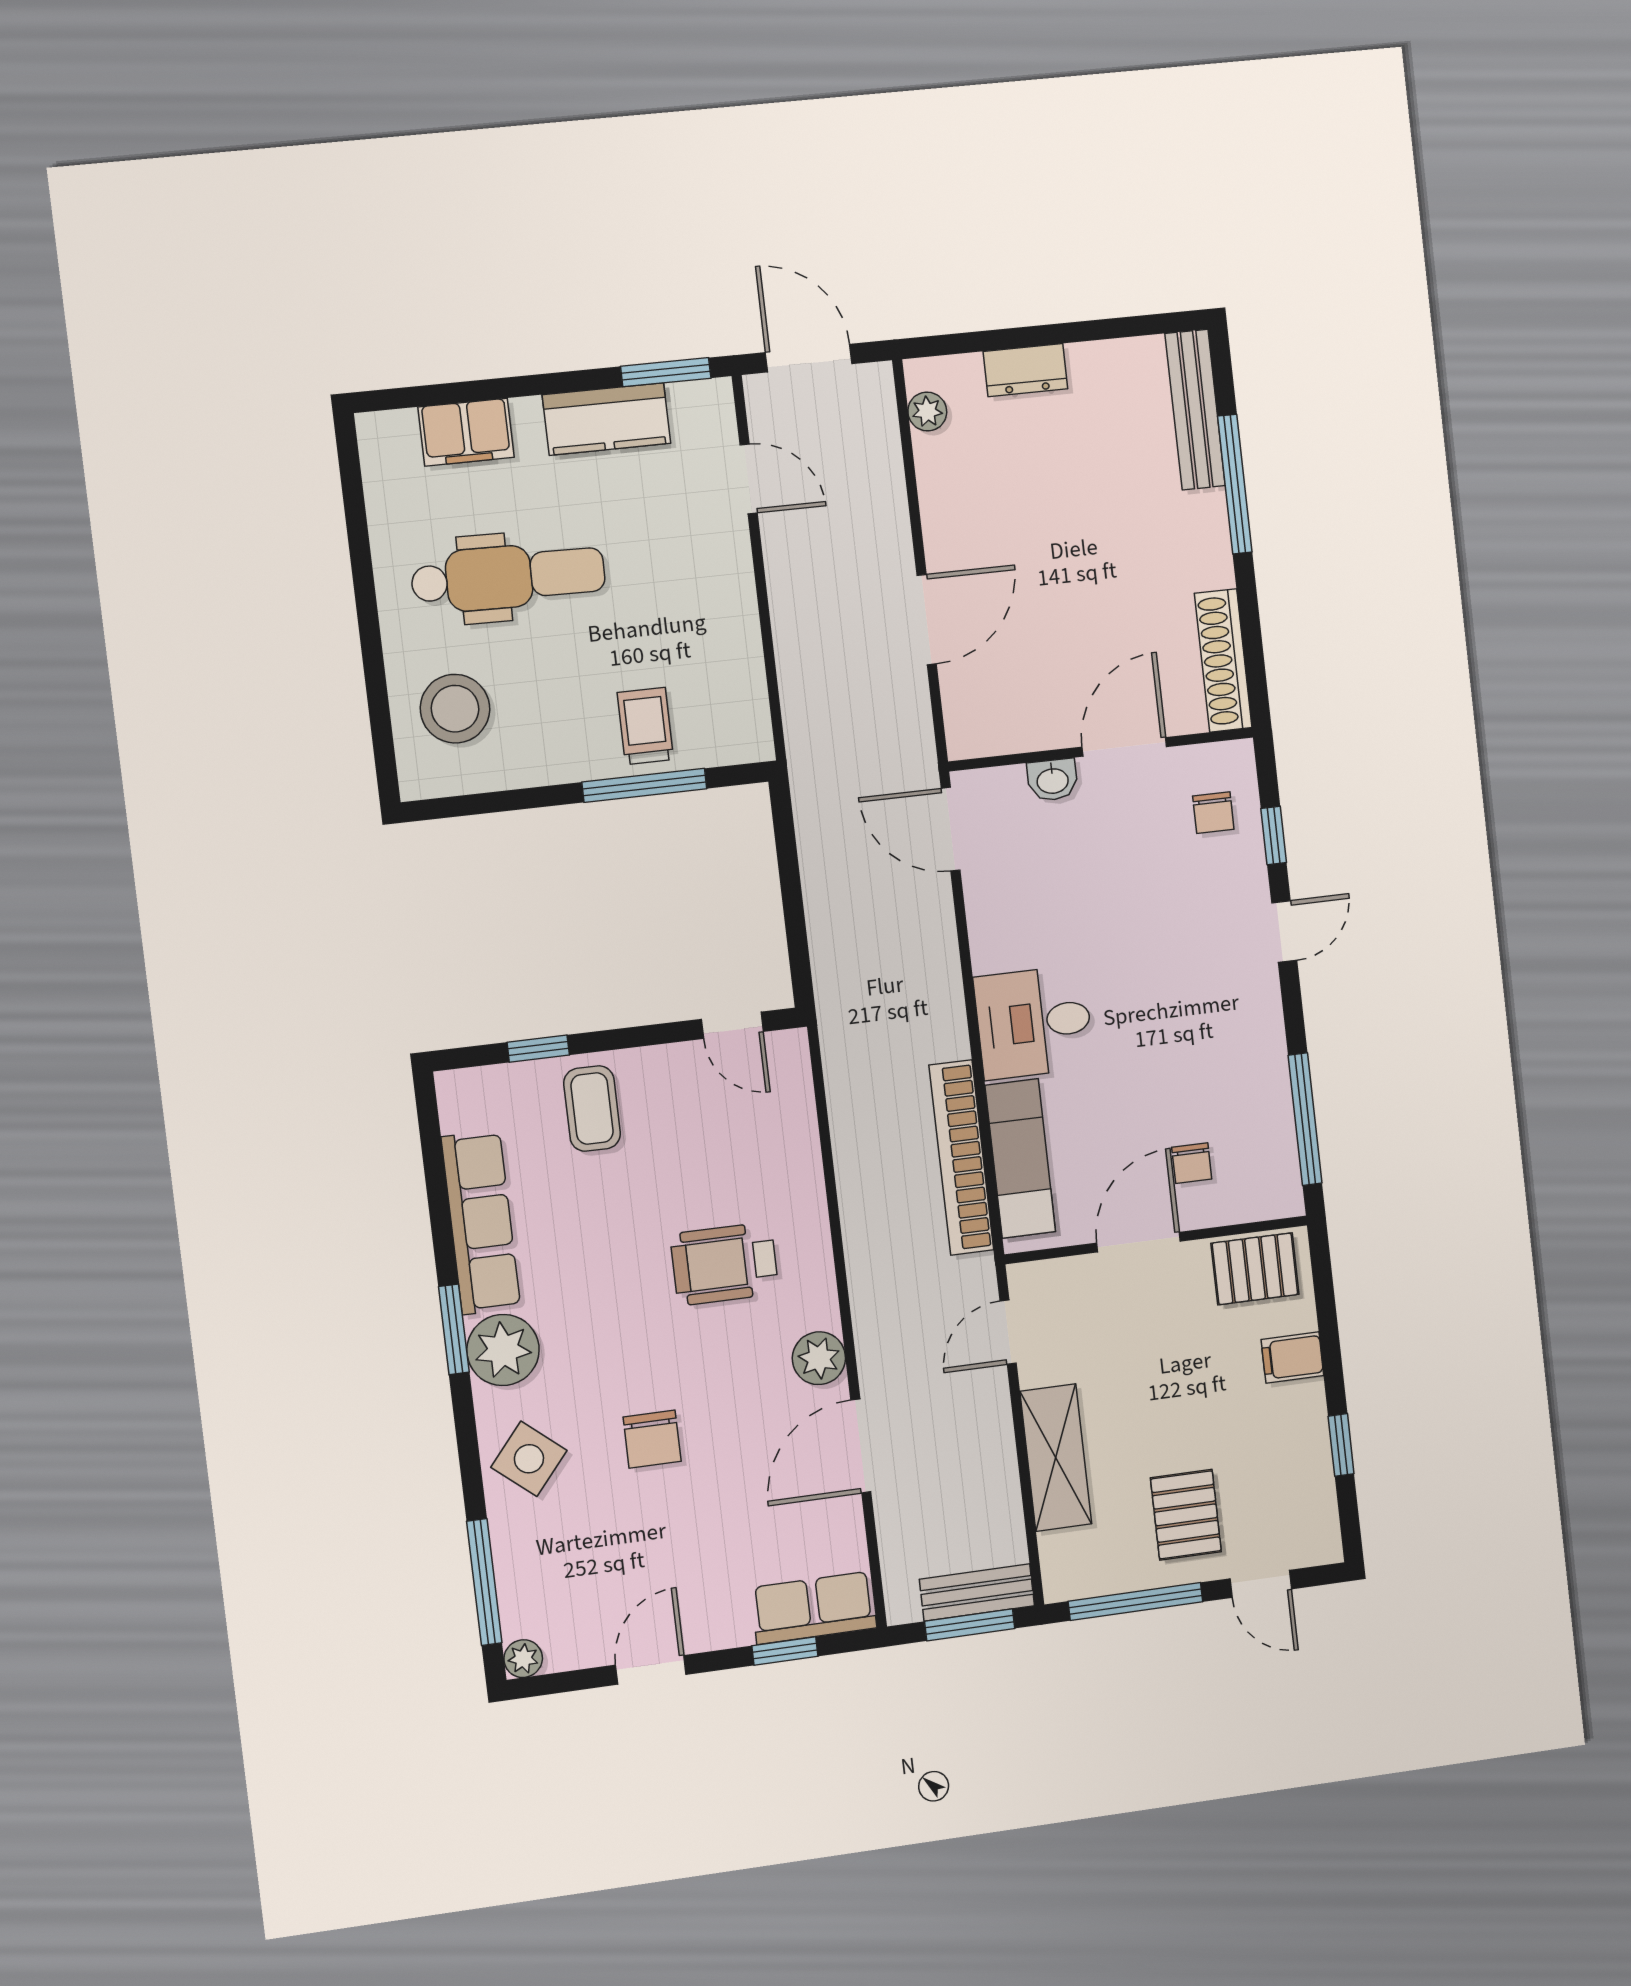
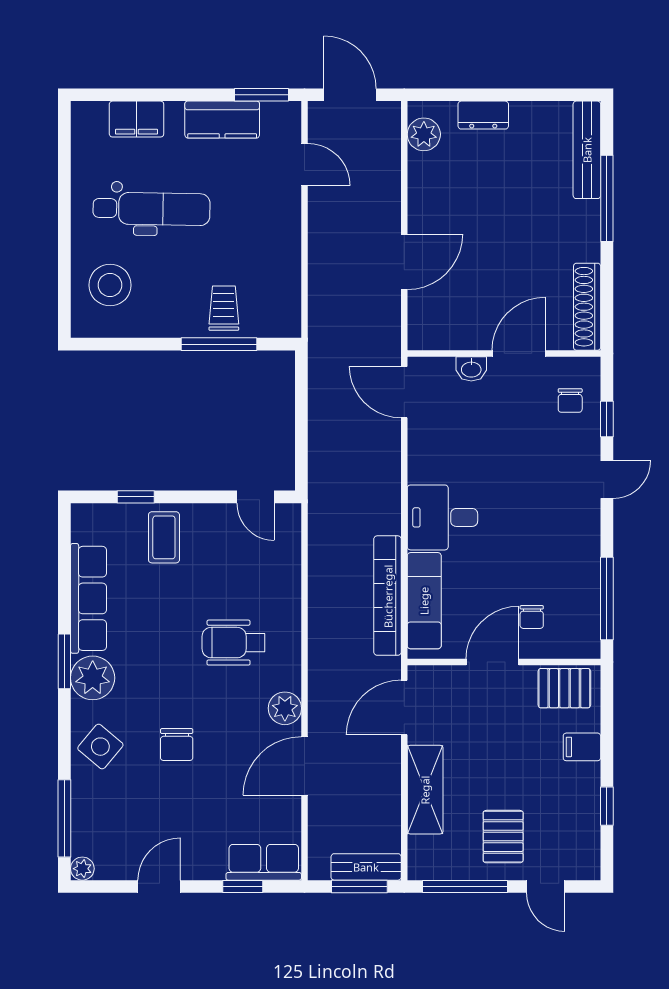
plant: (927, 411) -> (424, 134), width x1.38, depth x1.38
door: (1008, 1332) -> (404, 708), width x1.38

